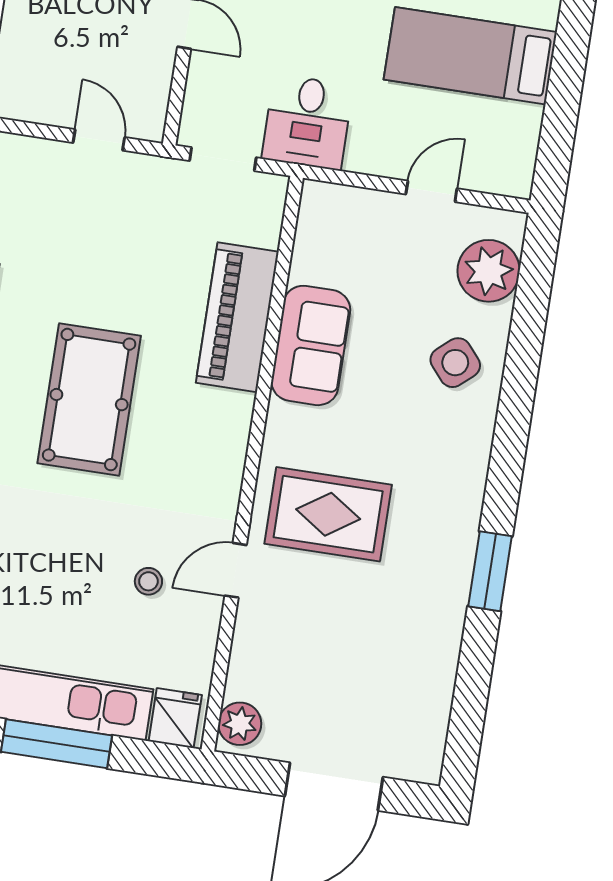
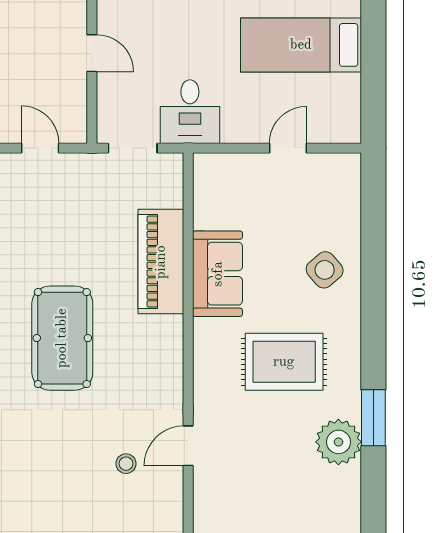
plant: (489, 271) -> (338, 442), moved
rug: (328, 514) -> (284, 362), moved

